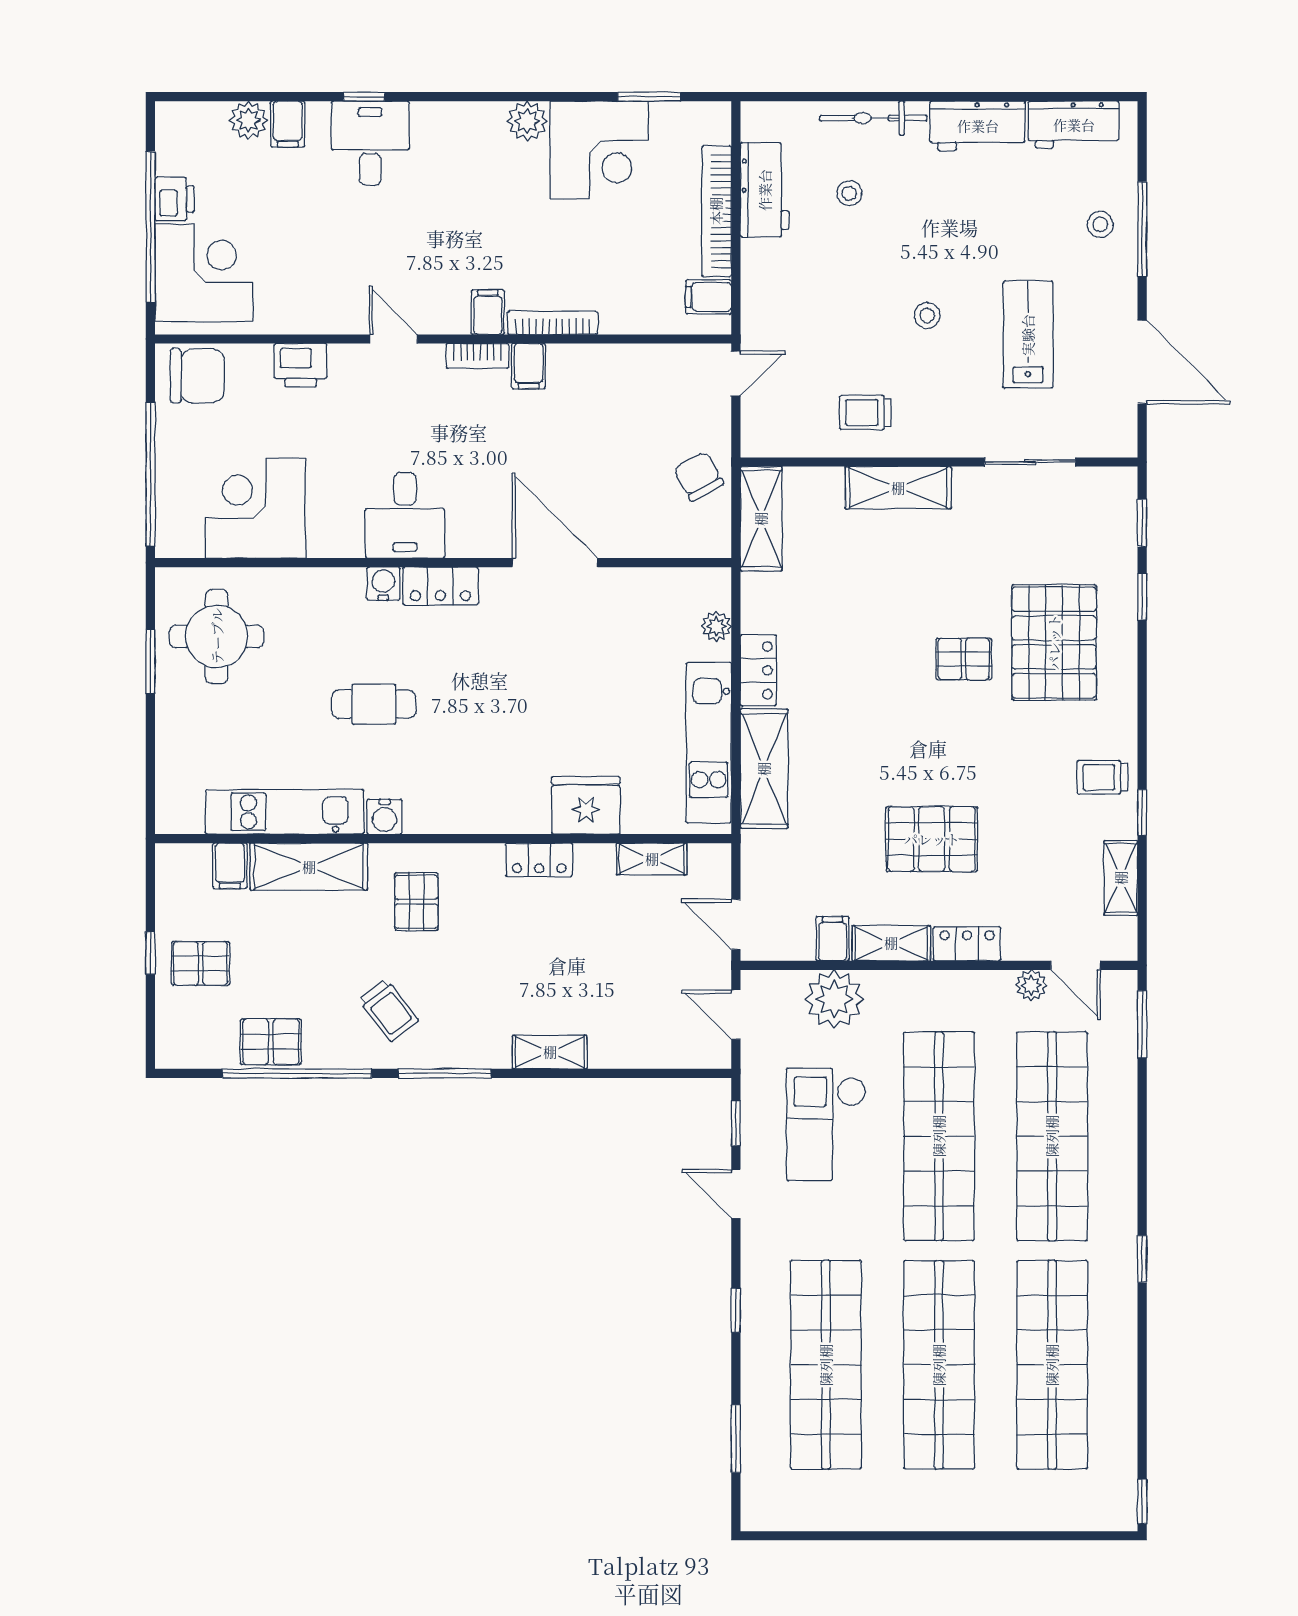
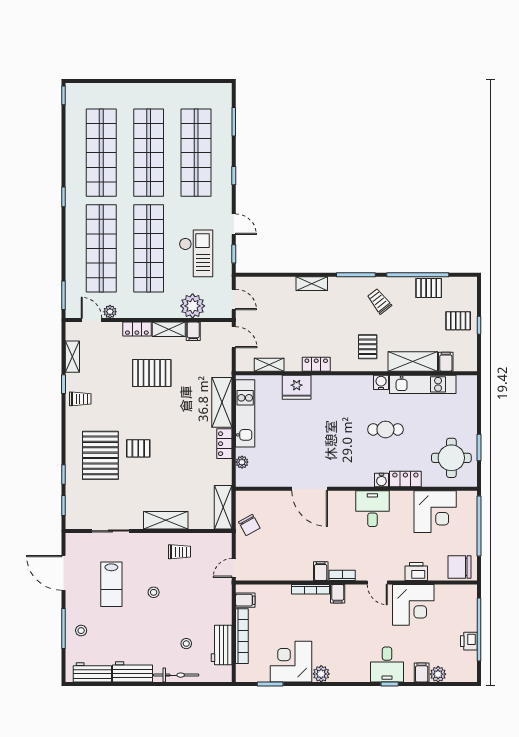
corner desk: (204, 273) -> (413, 605), moved, turned -90
locker: (440, 586) -> (405, 479), moved

